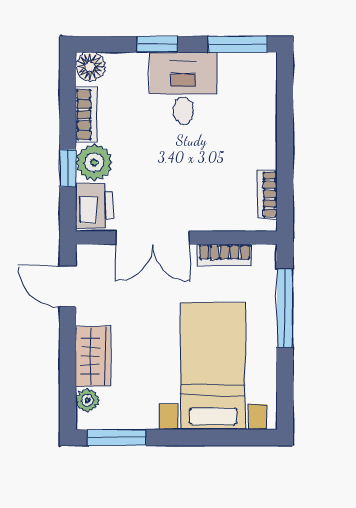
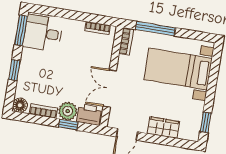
desk: (183, 88) -> (43, 33), moved
double door: (152, 238) -> (110, 88), swing flipped
bookcase: (225, 255) -> (126, 41), moved
plant: (87, 400) -> (185, 134), removed
window: (117, 438) -> (206, 122), width x0.67

